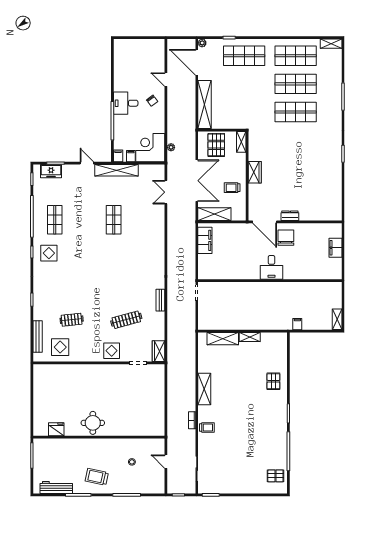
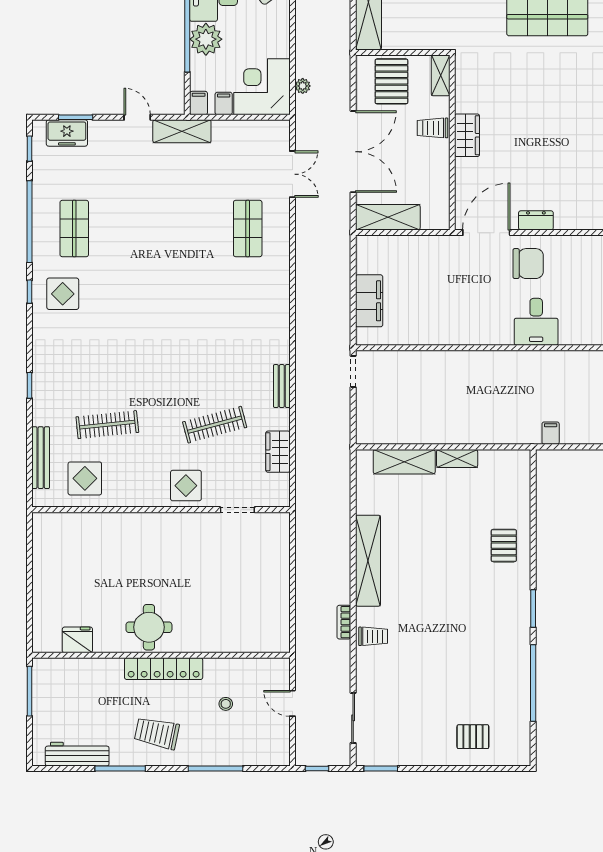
plant: (122, 123) -> (206, 39), added
shelving: (116, 170) -> (182, 131), width x0.68
trolley: (232, 188) -> (433, 128), moved
double door: (166, 192) -> (292, 174), swing flipped
shop shelf: (114, 220) -> (248, 228), moved
door: (265, 222) -> (486, 233), swing flipped
chair: (286, 238) -> (528, 264), turned 90
filing cabinet: (205, 240) -> (369, 301), moved
desk: (271, 267) -> (536, 322), moved
clothes rail: (72, 320) -> (107, 425), width x1.36
wardrobe: (158, 351) -> (278, 452), moved
shelving: (204, 389) -> (368, 561), width x1.47
locker: (100, 444) -> (164, 669), added
pallet: (275, 476) -> (473, 737), moved

